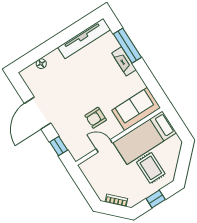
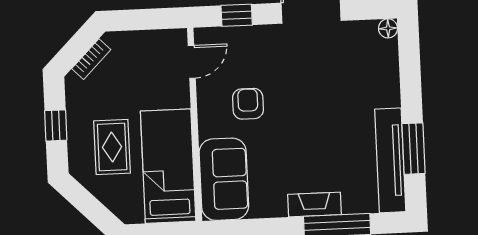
window: (73, 31) -> (414, 149), added
floor lamp: (41, 64) -> (388, 28), moved
door: (104, 146) -> (192, 62), moved
rug: (151, 168) -> (112, 147), turned 90

